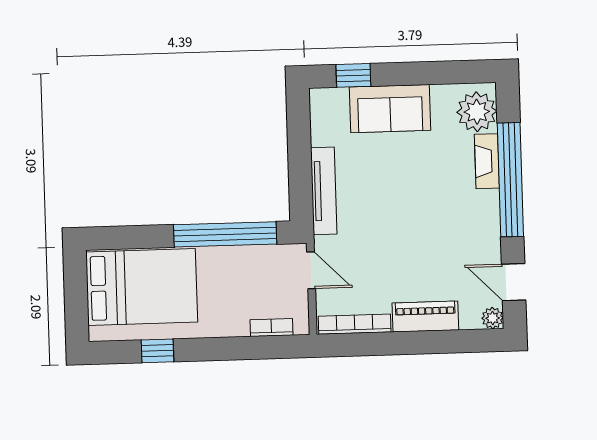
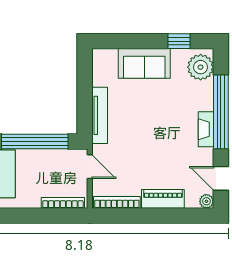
window: (353, 75) -> (179, 41), moved
fireplace: (487, 161) -> (206, 129), moved
bookcase: (271, 328) -> (63, 203), width x1.56

